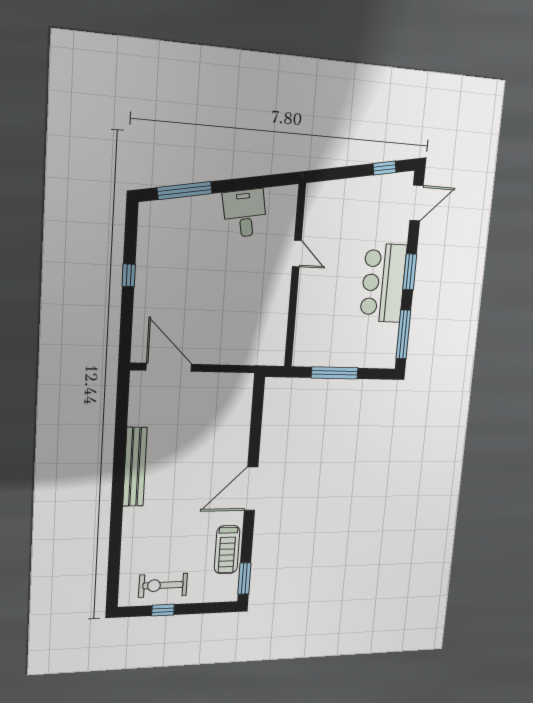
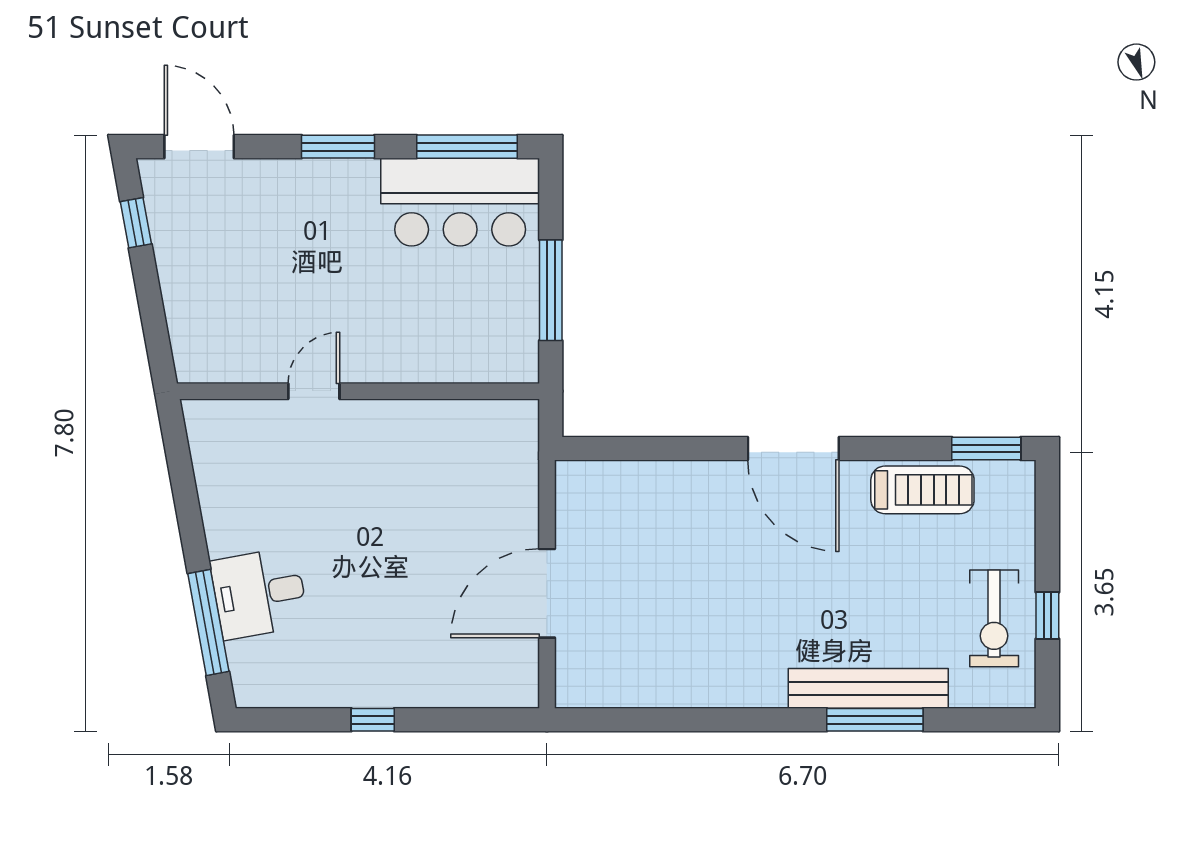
desk: (245, 213) -> (259, 593), moved
bar counter: (383, 283) -> (460, 202), moved
door: (169, 367) -> (547, 593), moved
bench: (135, 467) -> (868, 688), moved
window: (116, 530) -> (875, 720), added

